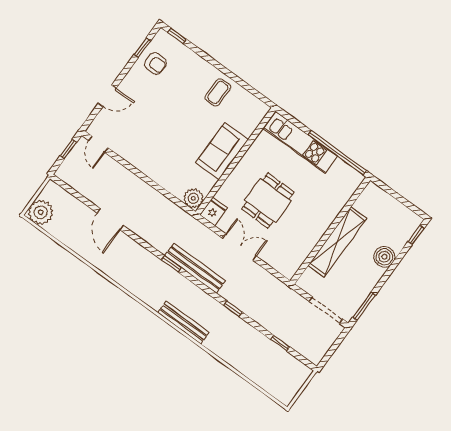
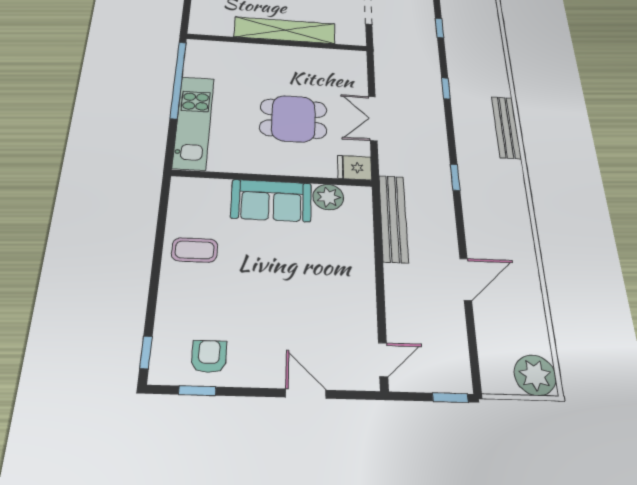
window: (68, 149) -> (450, 398), moved
plant: (193, 198) -> (328, 197), moved
bench: (195, 268) -> (393, 218), moved

